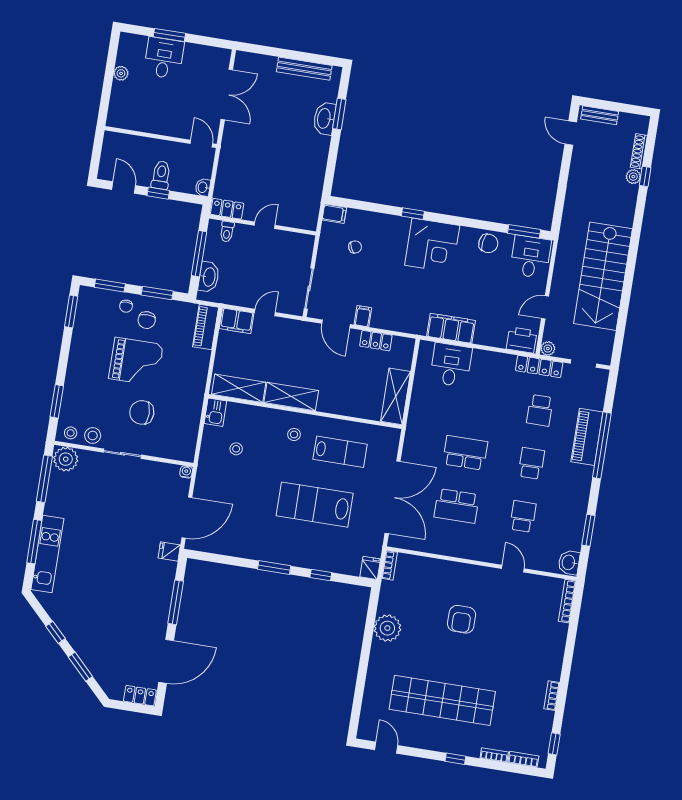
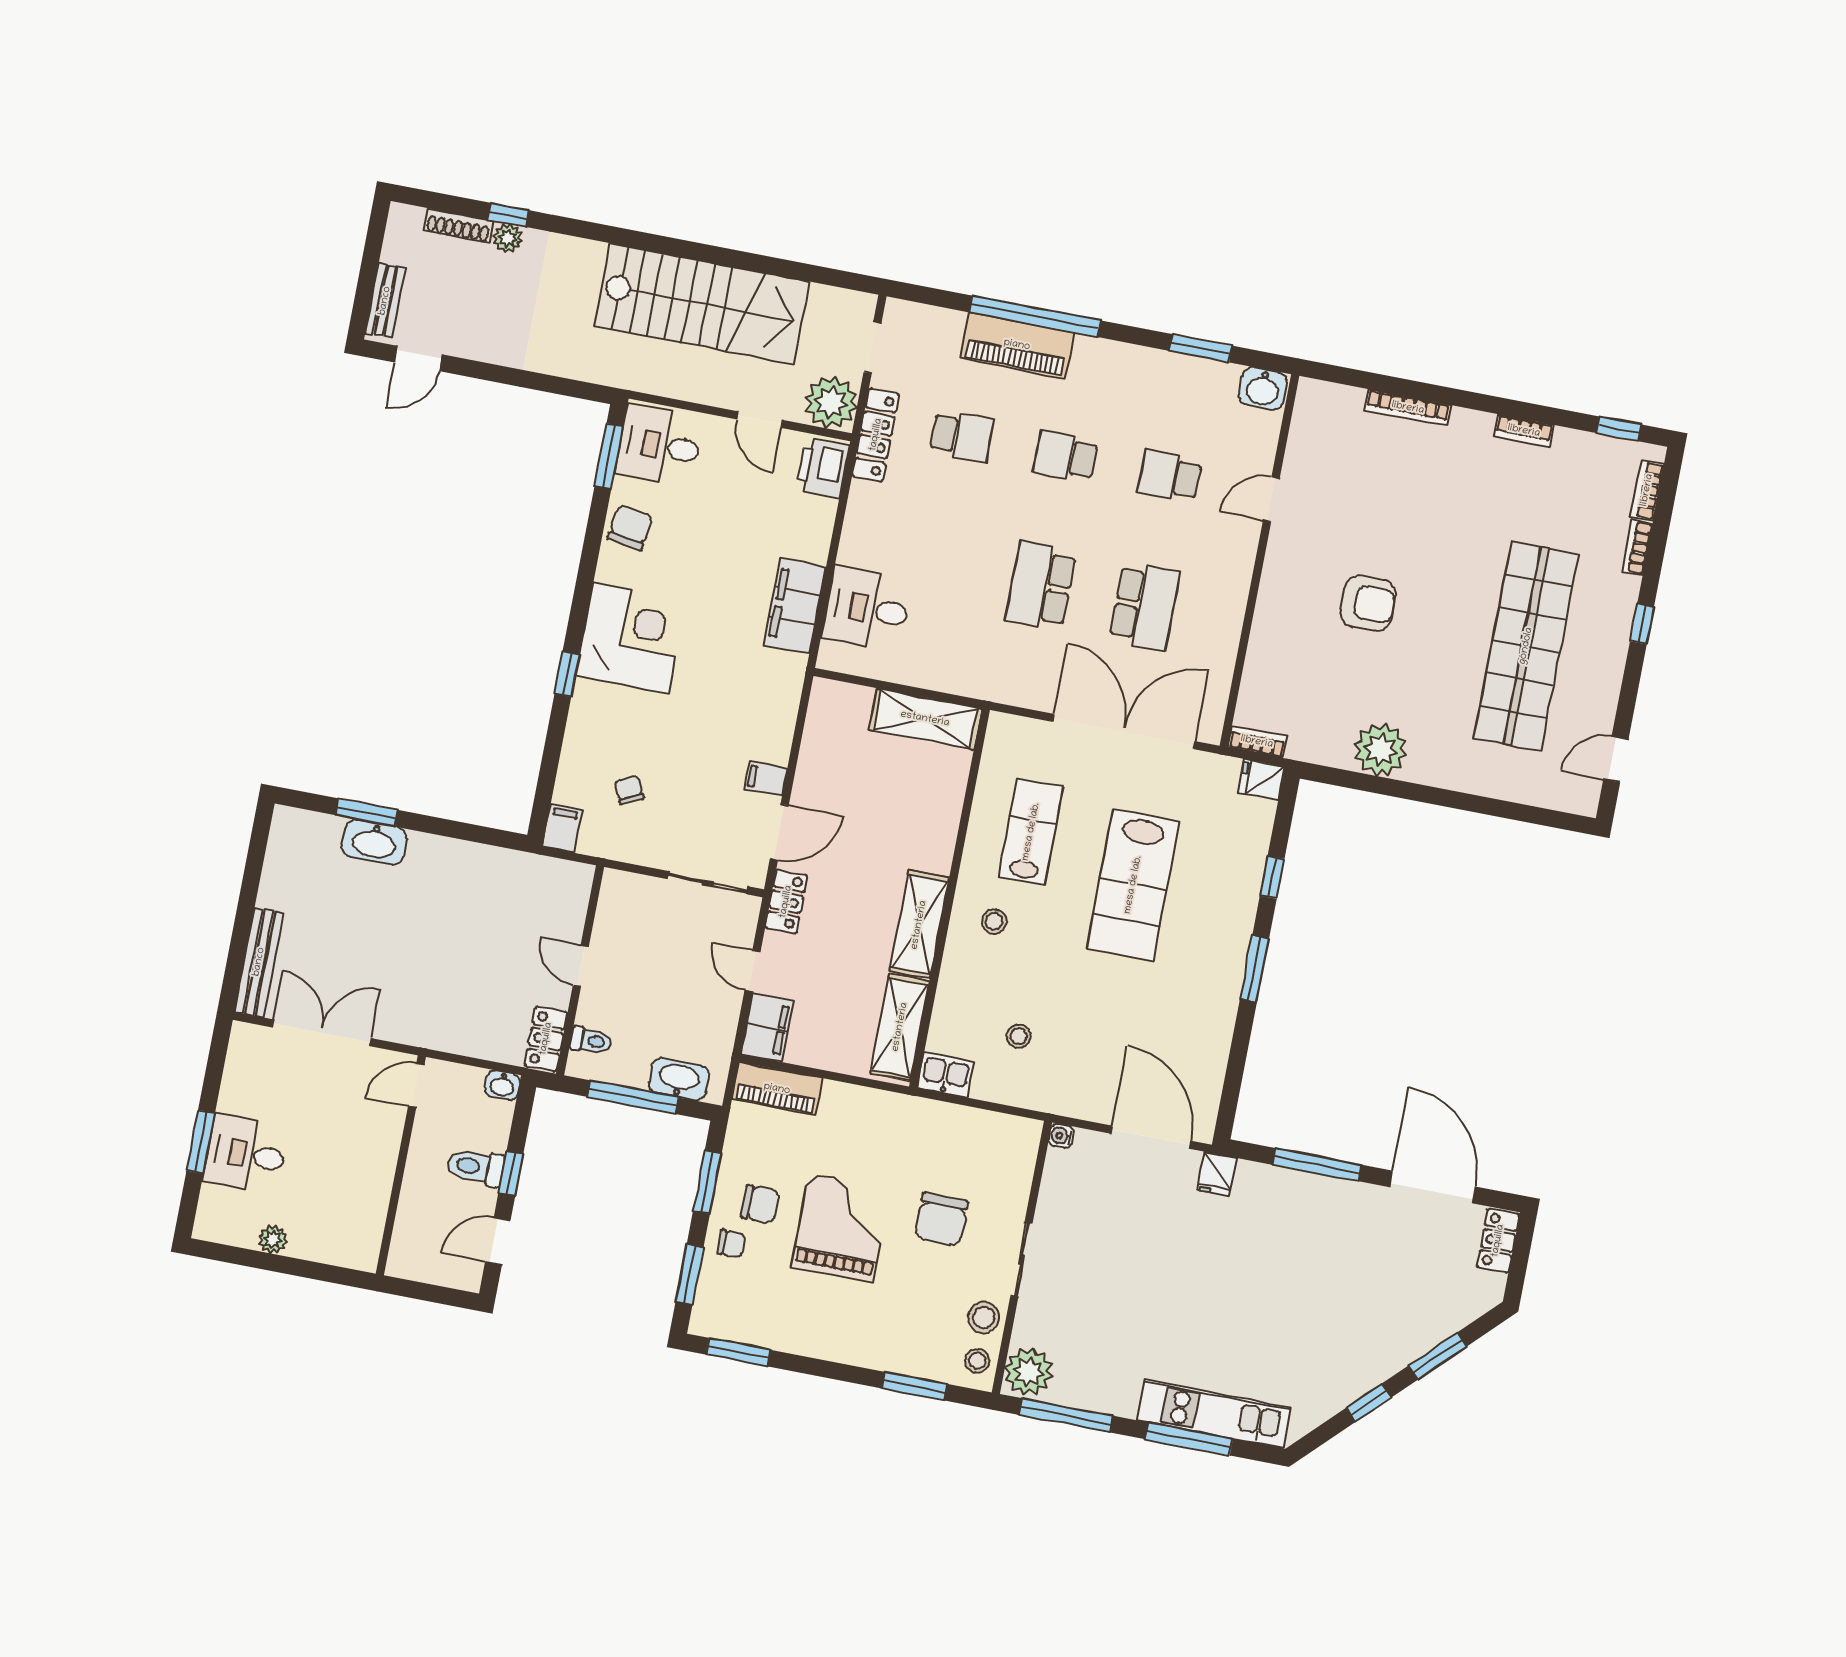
bench: (304, 69) -> (259, 962), moved
locker: (376, 341) -> (786, 902), moved
plant: (548, 349) -> (831, 402), width x1.87, depth x1.87
bookcase: (567, 601) -> (1408, 408), moved

